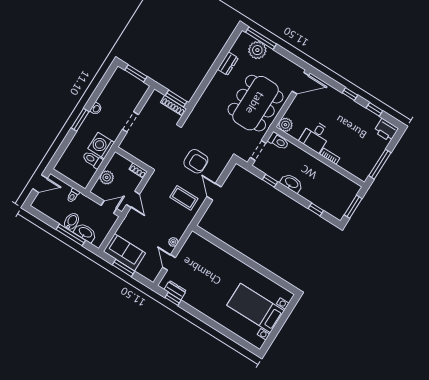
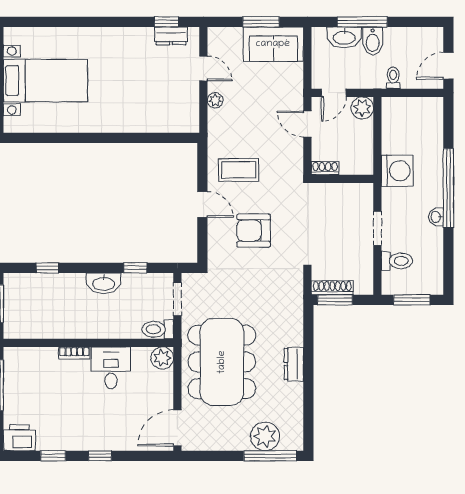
dresser: (228, 64) -> (294, 364), moved
window: (80, 120) -> (448, 188), width x2.11
toilet: (93, 160) -> (397, 261), moved
plant: (107, 177) -> (362, 108), moved

